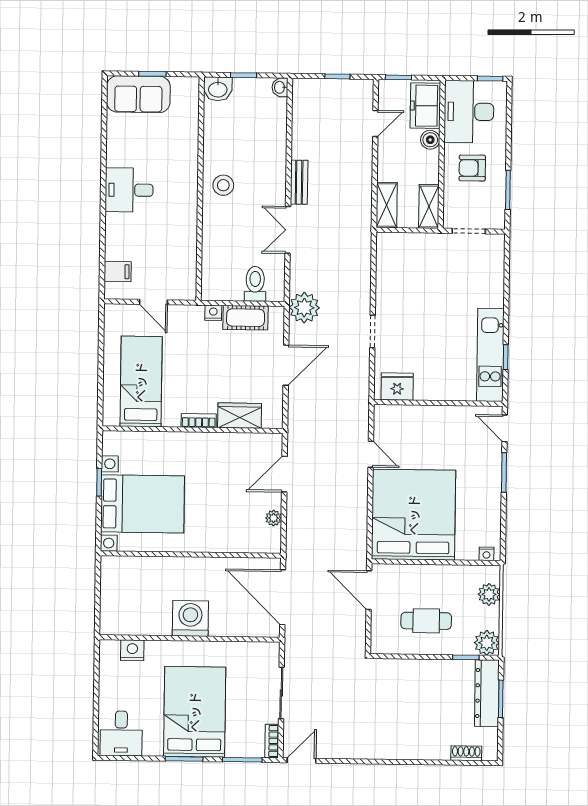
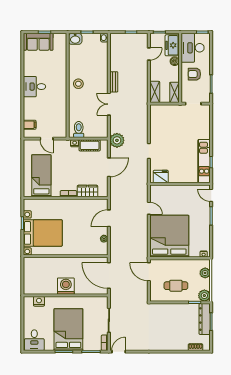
toilet: (255, 284) -> (79, 130), moved

